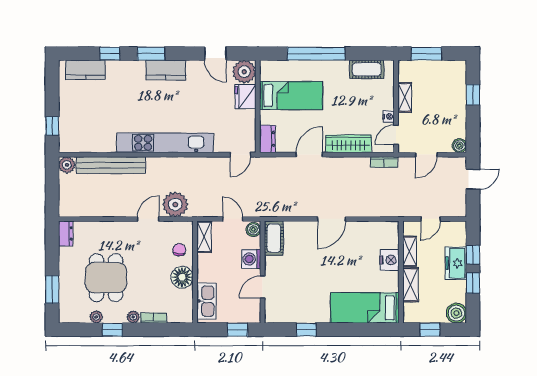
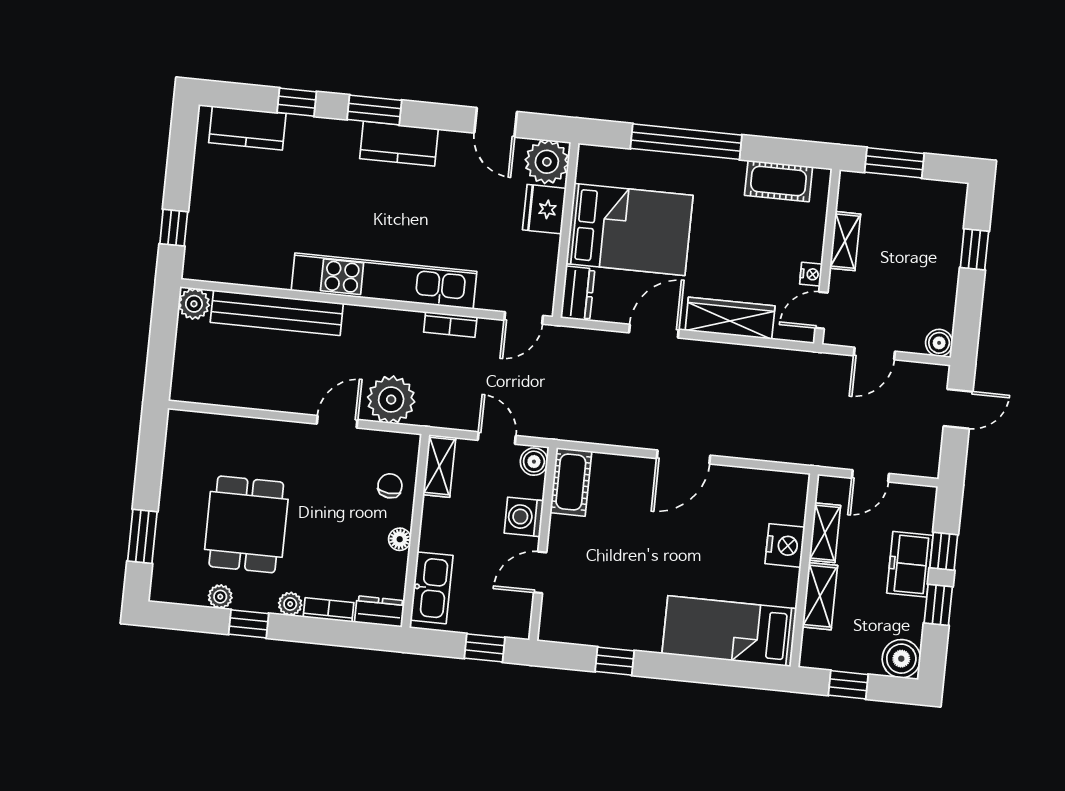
bed: (291, 96) -> (629, 229), width x1.50
bookcase: (384, 162) -> (450, 325), moved
dresser: (66, 233) -> (379, 611), moved, turned -90
floor lamp: (182, 277) -> (400, 539), width x0.53, depth x0.53

